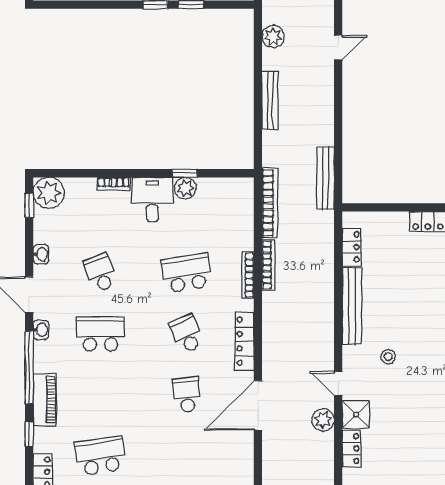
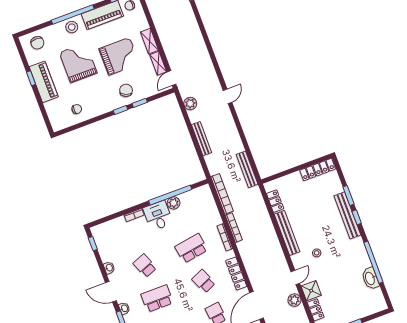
window: (185, 173) -> (170, 195), width x3.17
plant: (49, 193) -> (101, 233), removed
door: (338, 384) -> (295, 277), swing flipped

